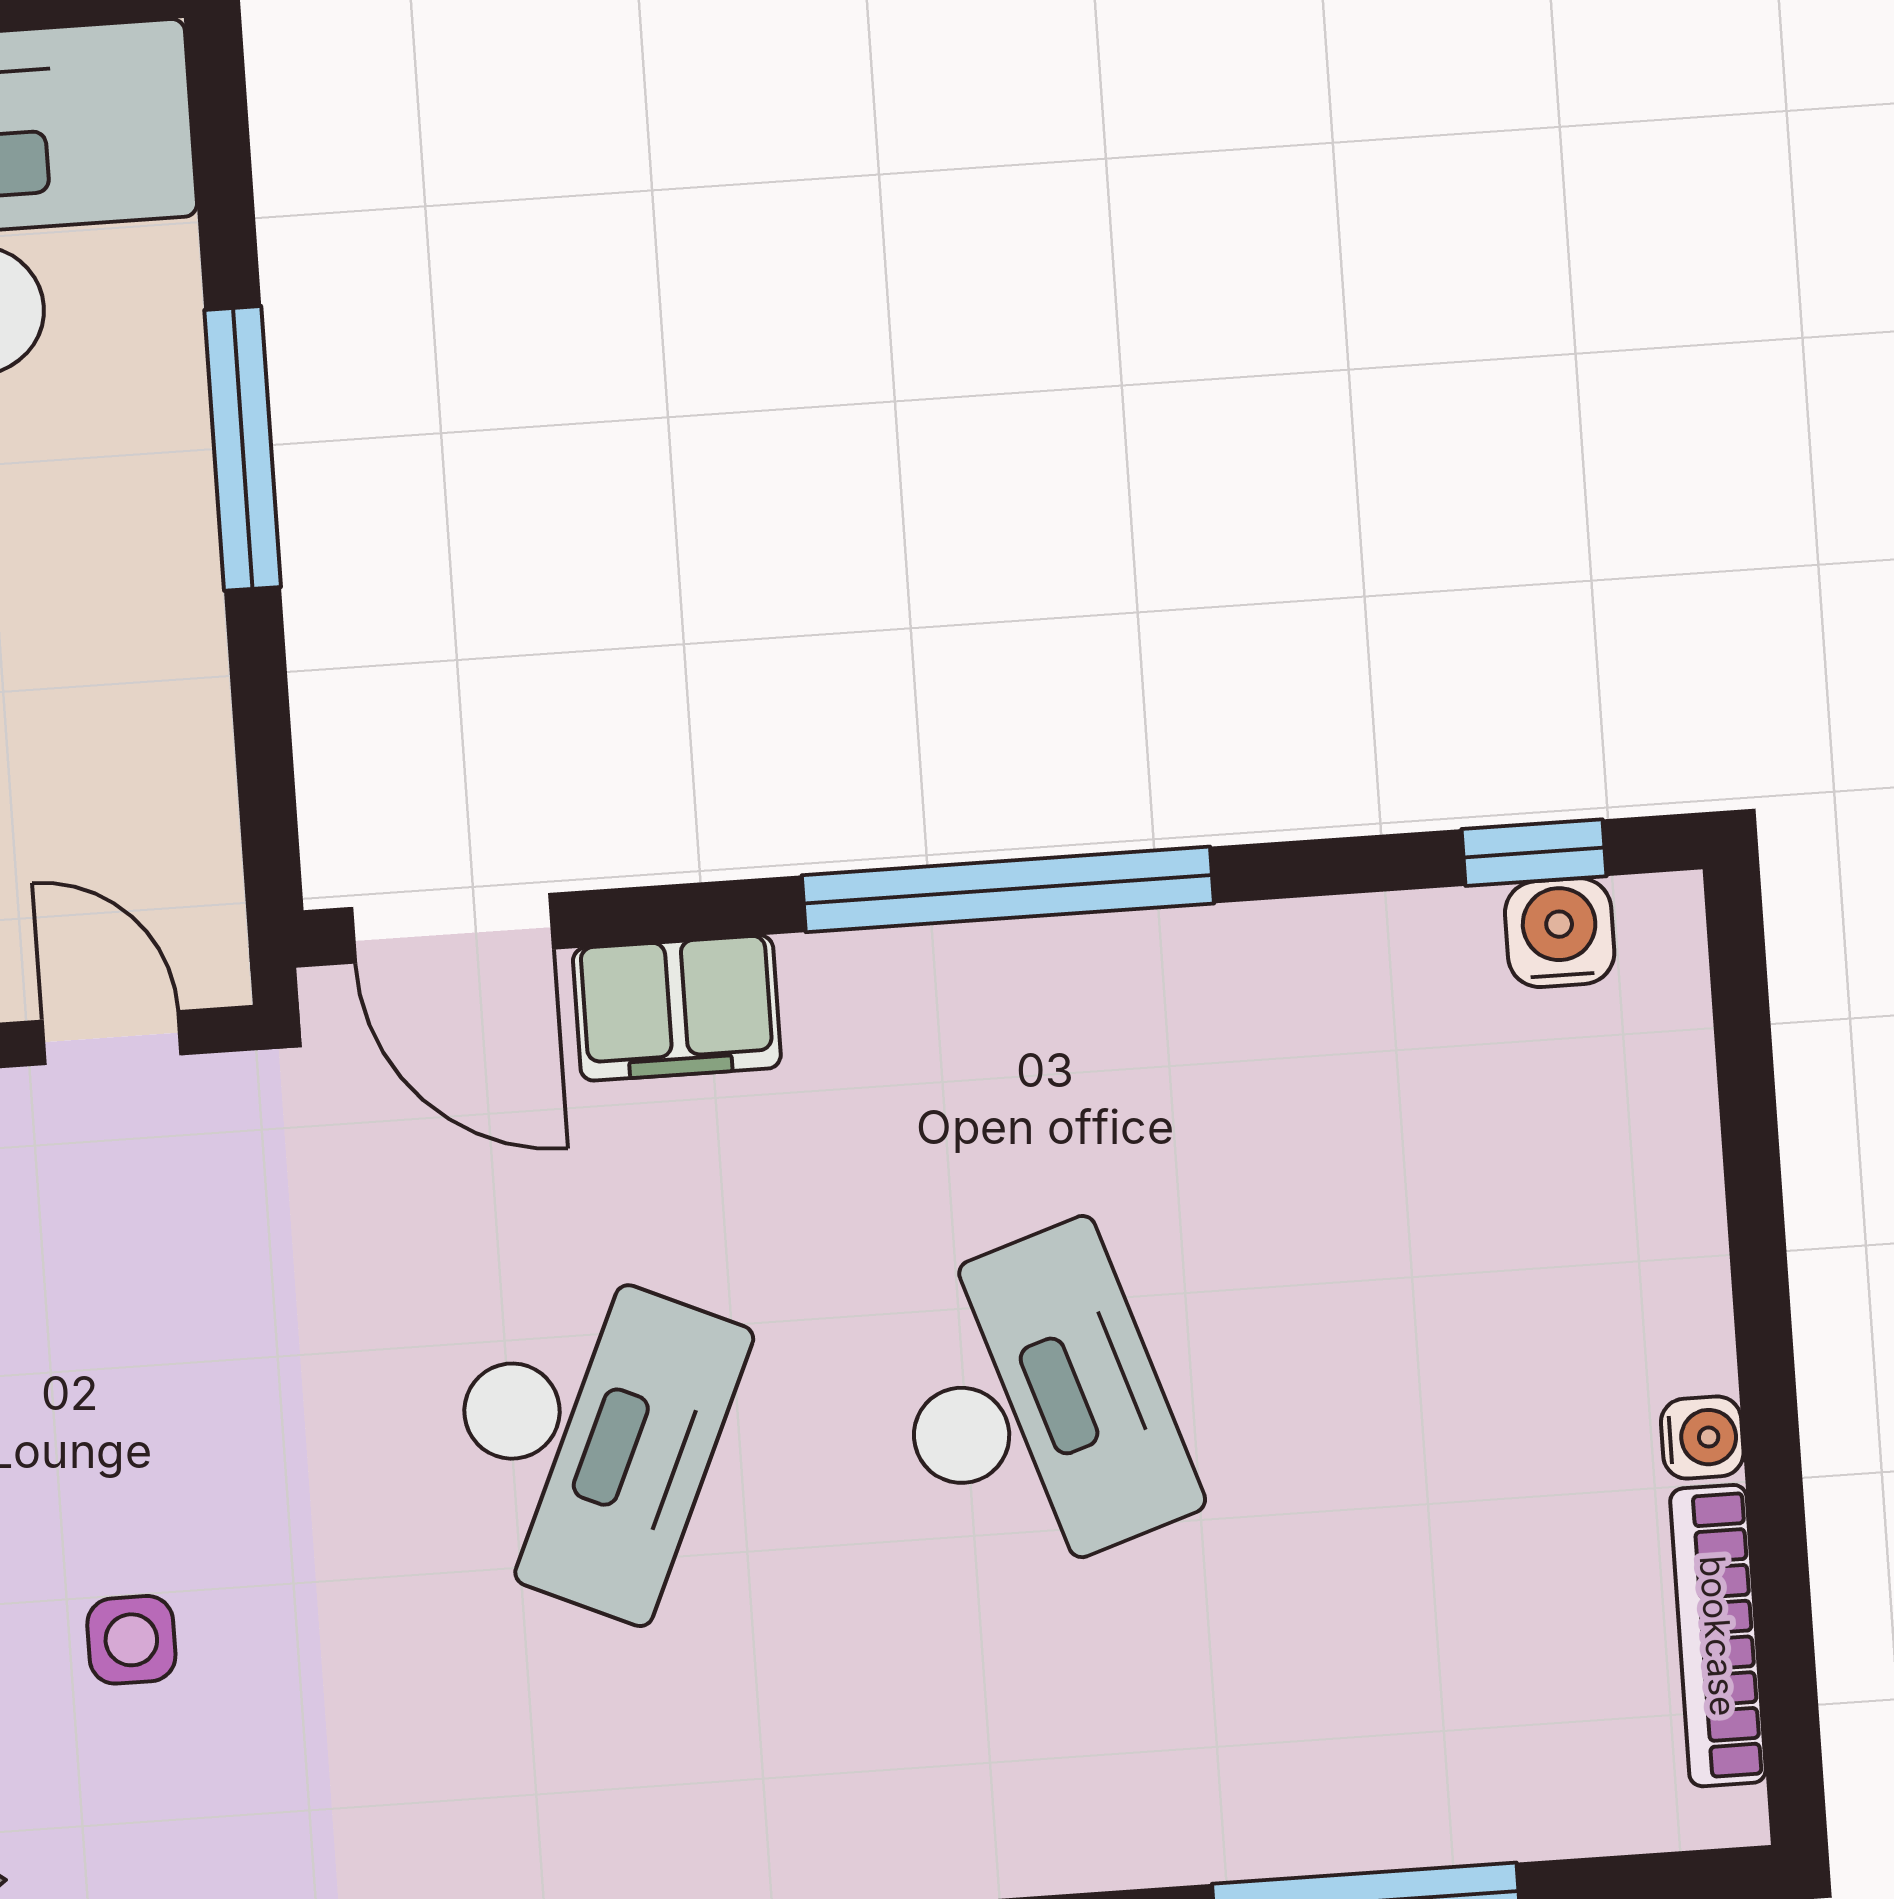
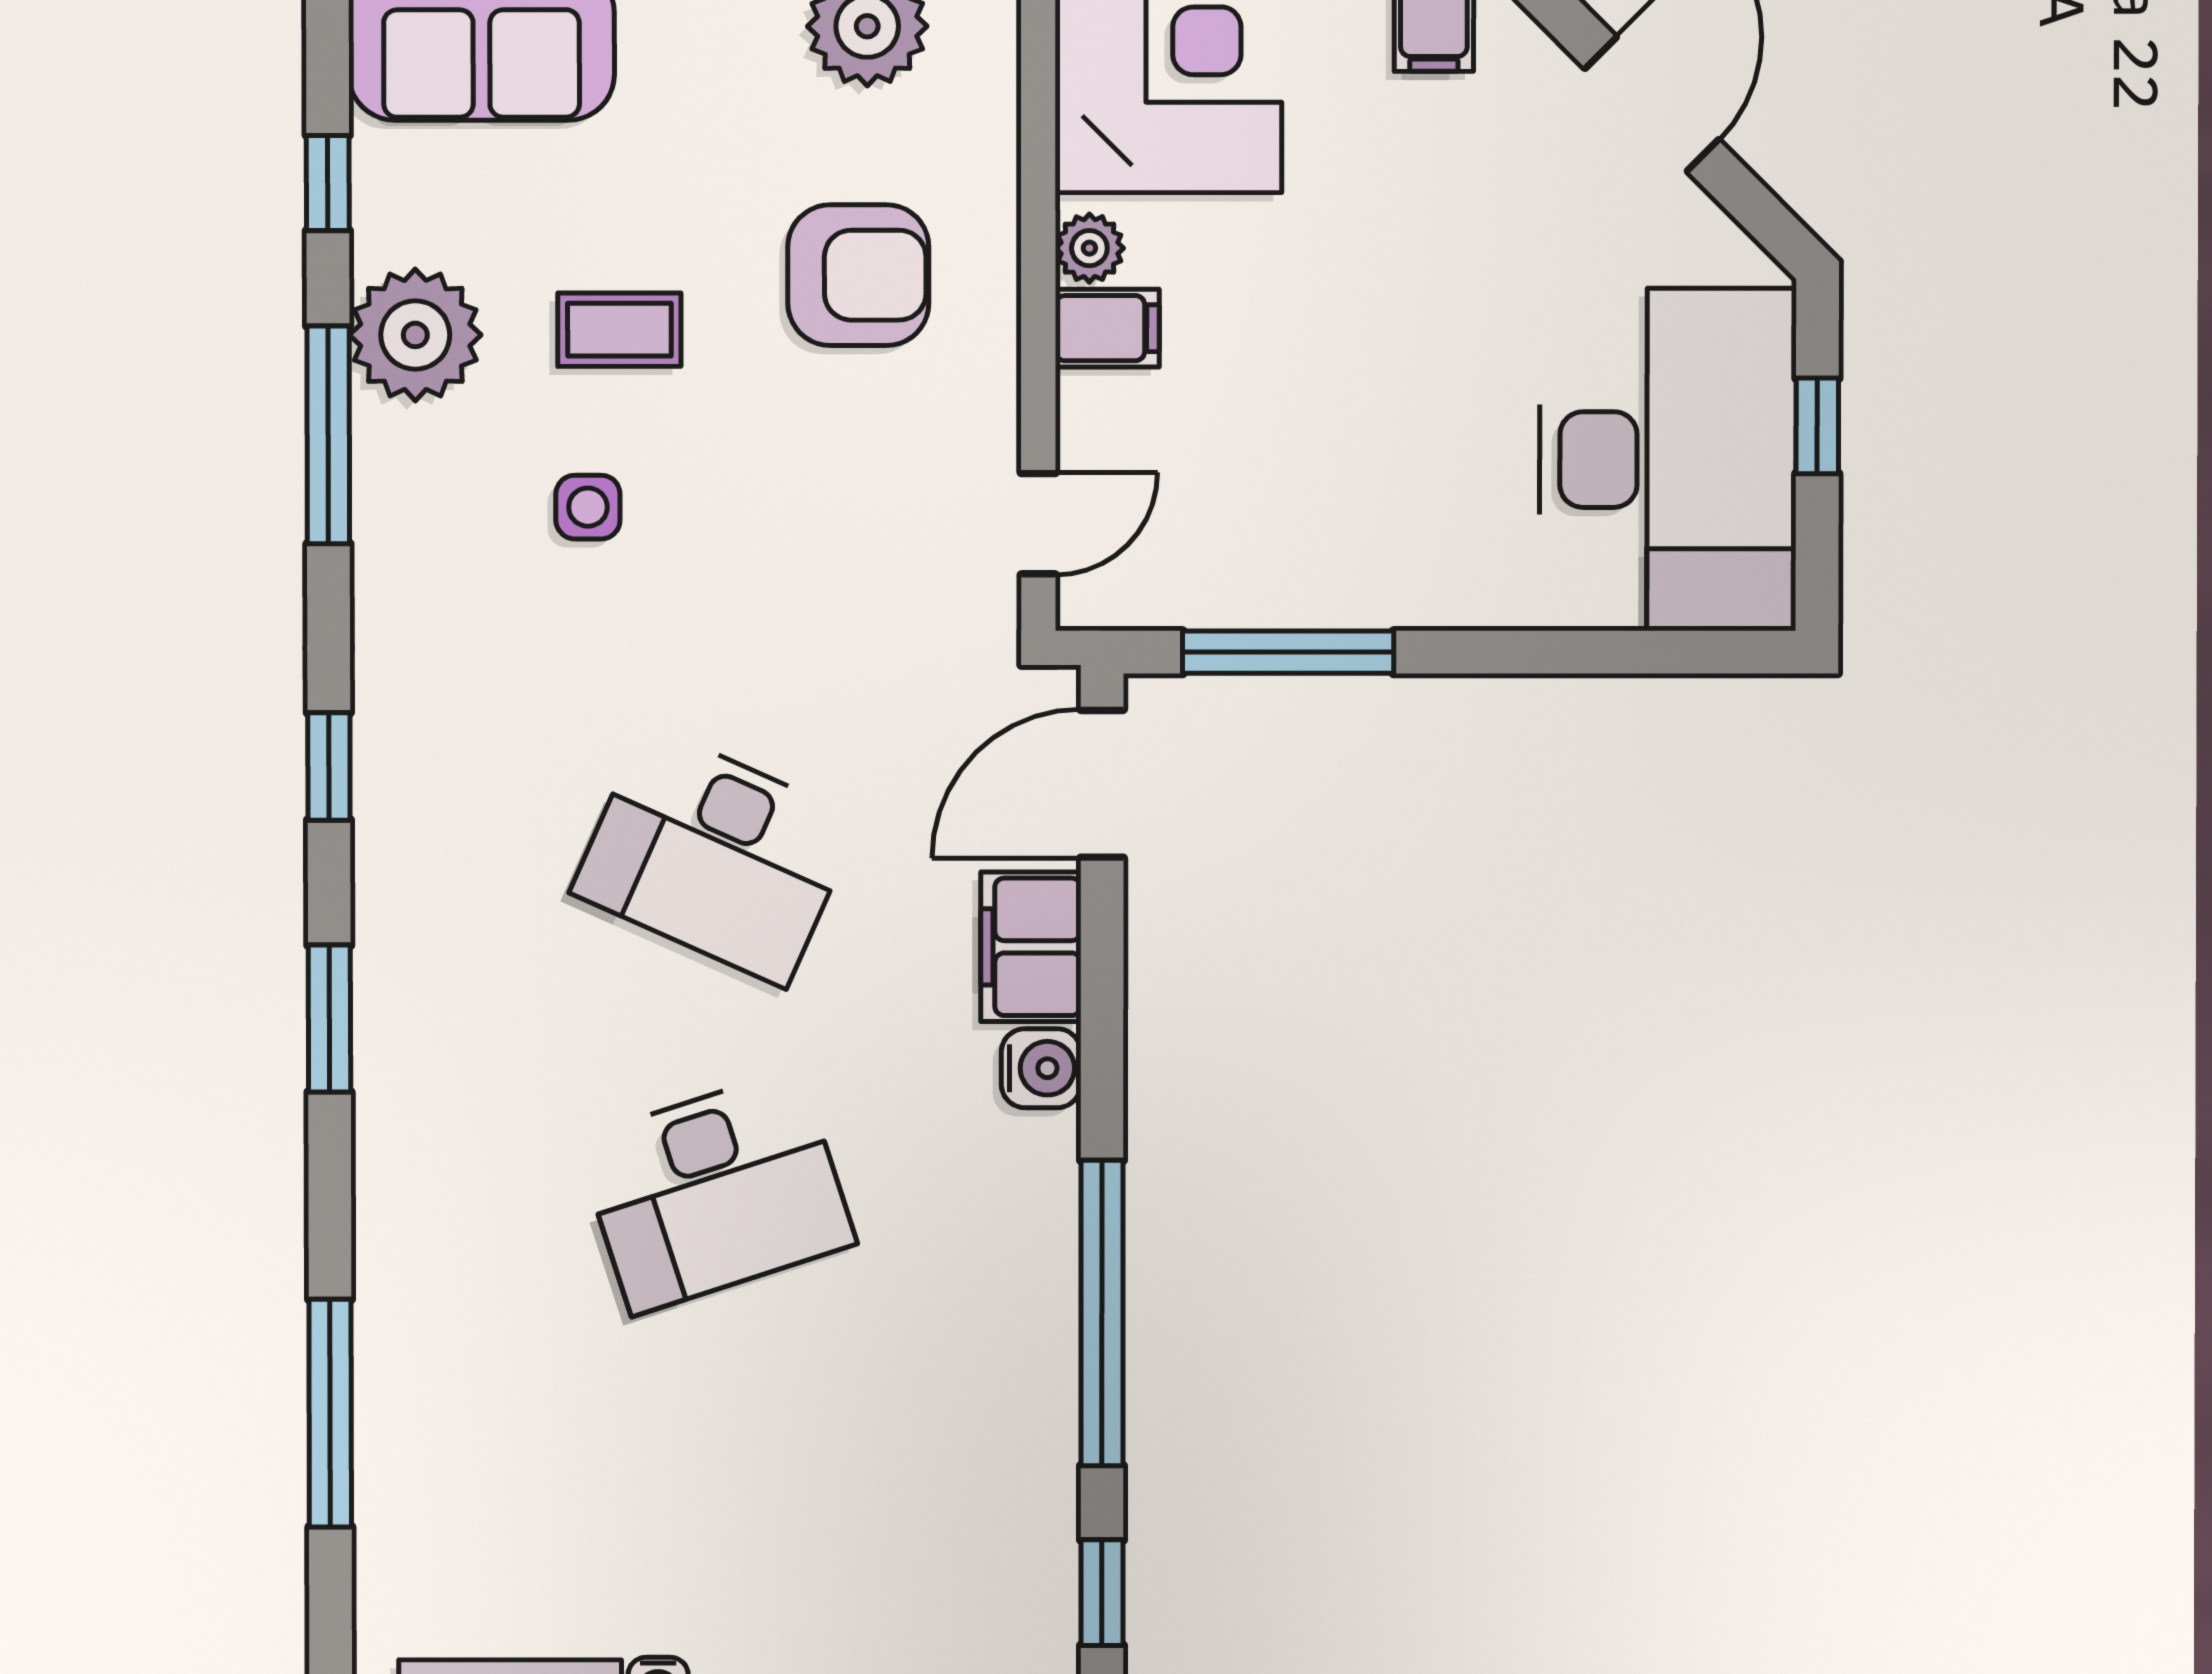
window: (243, 448) -> (1288, 652), moved
window: (1008, 889) -> (1102, 1313), moved
water cooler: (1560, 933) -> (1041, 1068), moved

